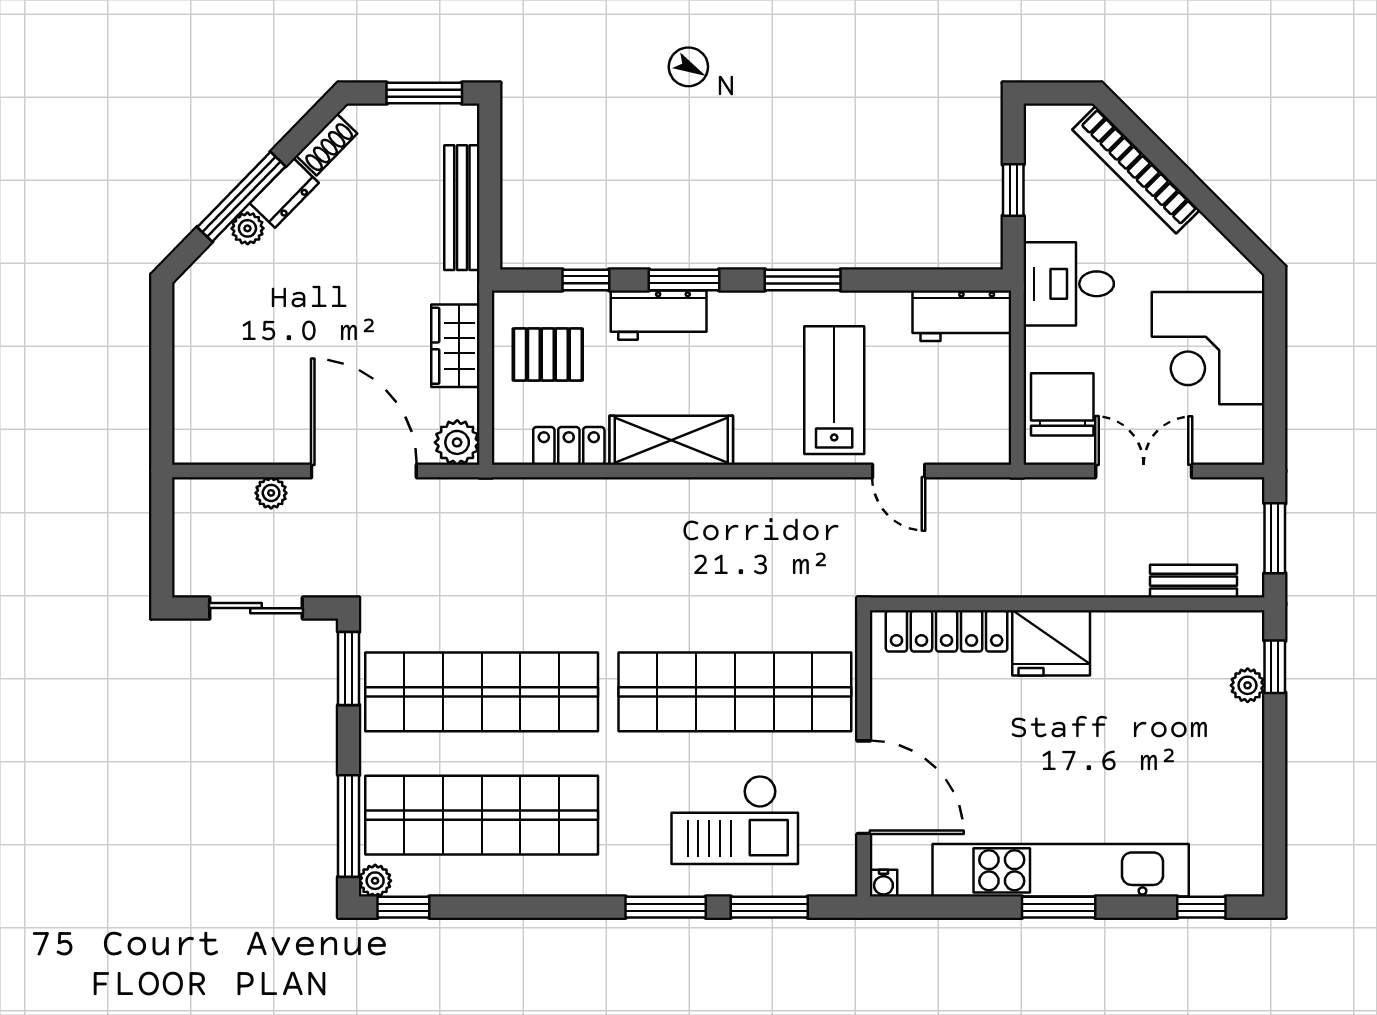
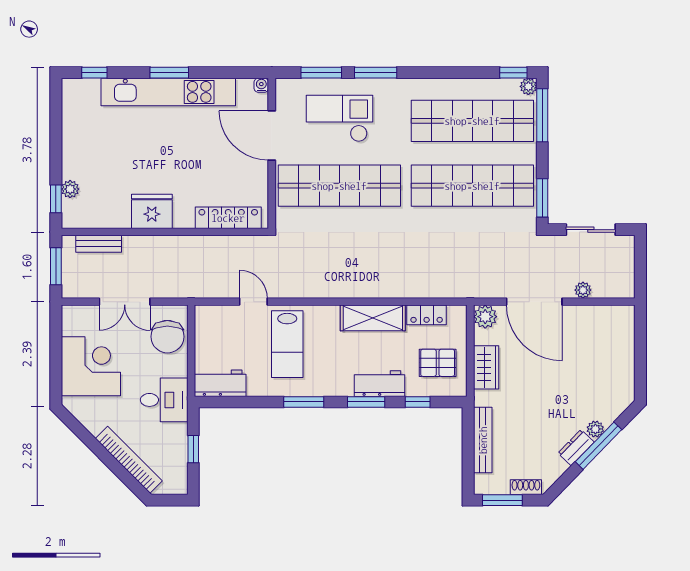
shoe rack: (327, 145) -> (526, 487), moved, turned 46
fridge: (1051, 643) -> (152, 211), moved

